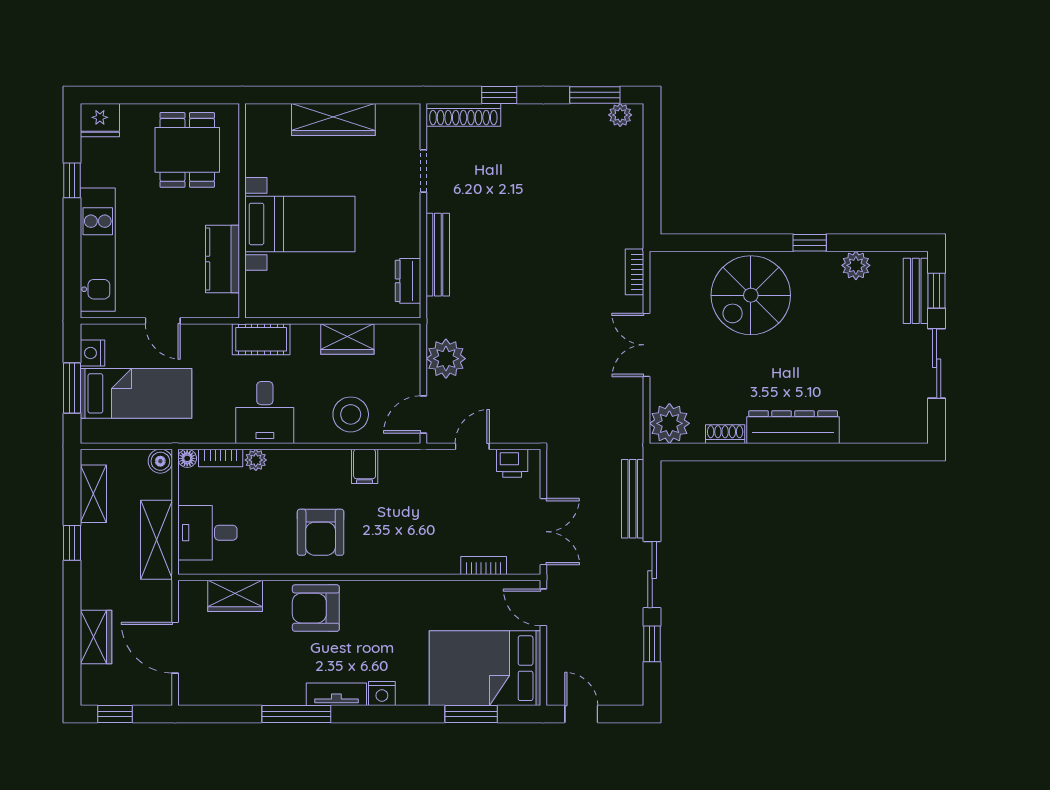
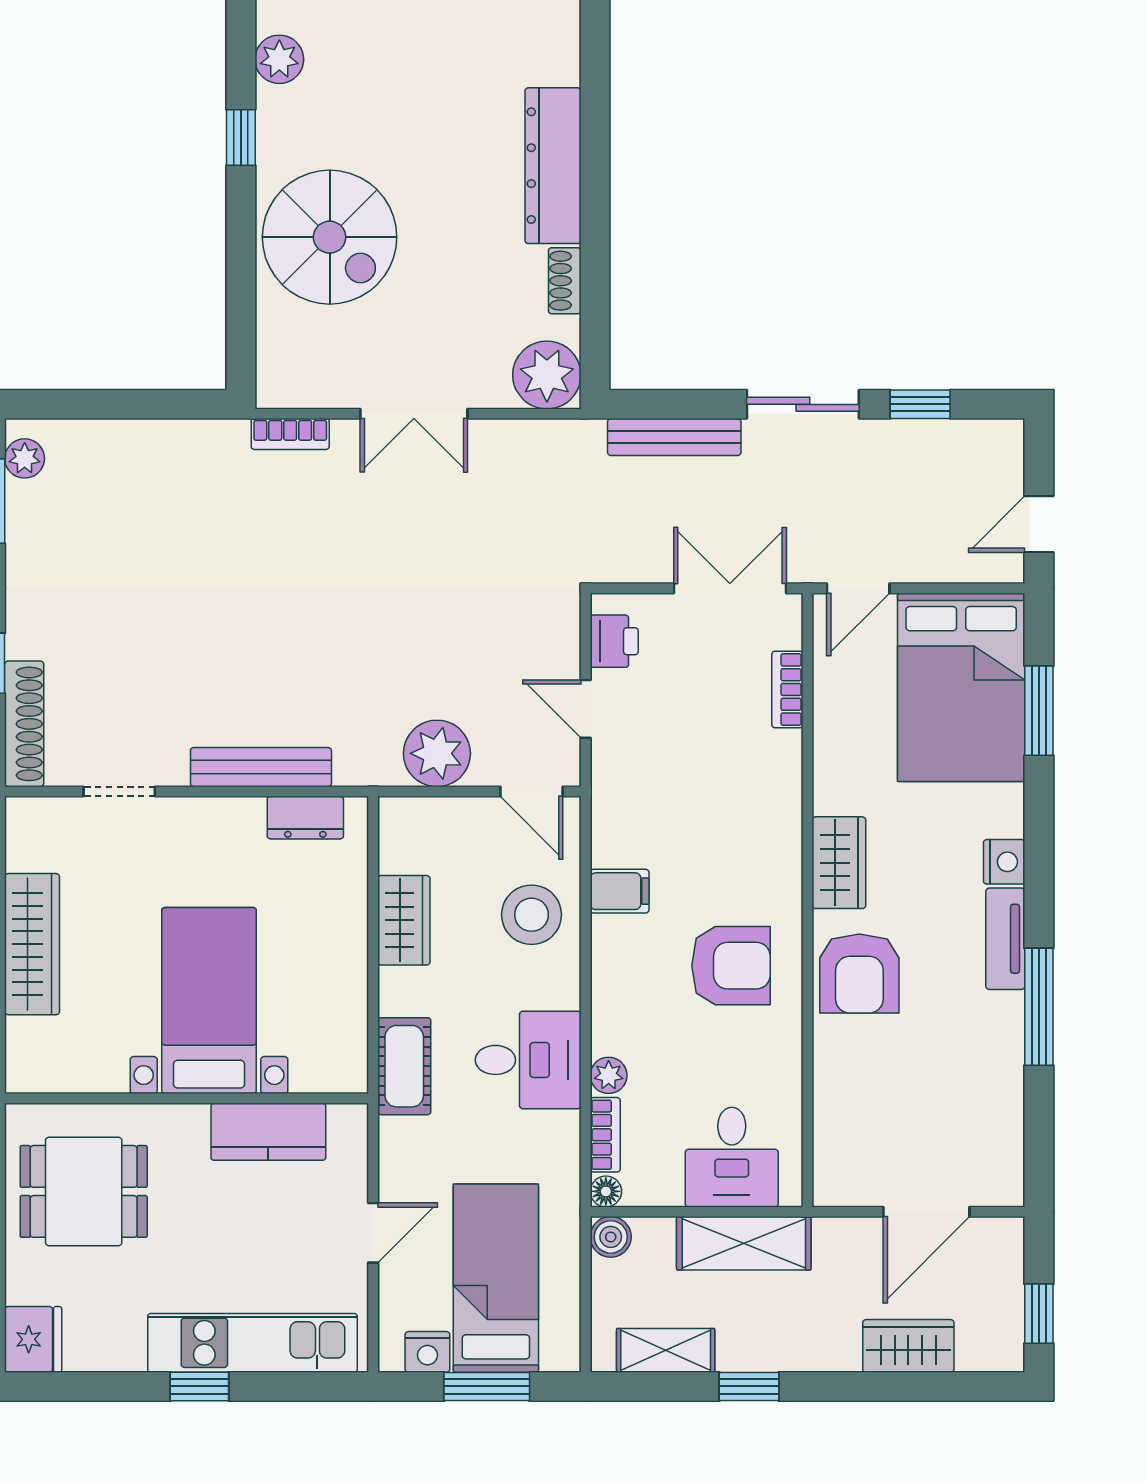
window: (72, 180) -> (199, 1386), moved
wardrobe: (235, 596) -> (839, 863), moved

